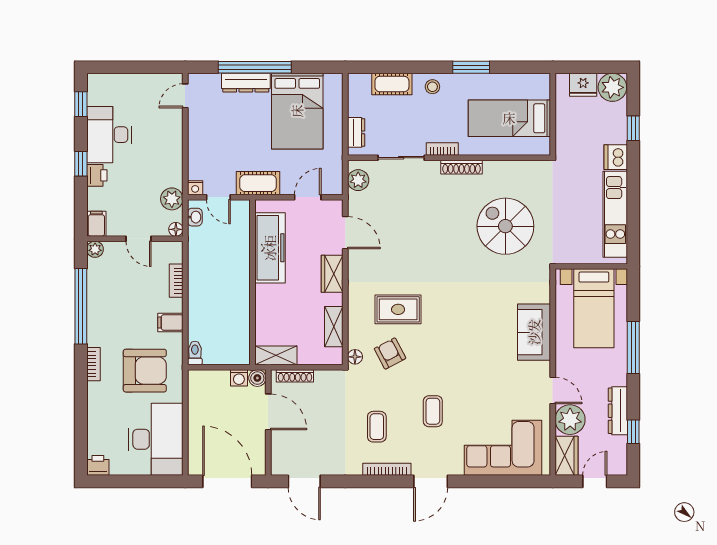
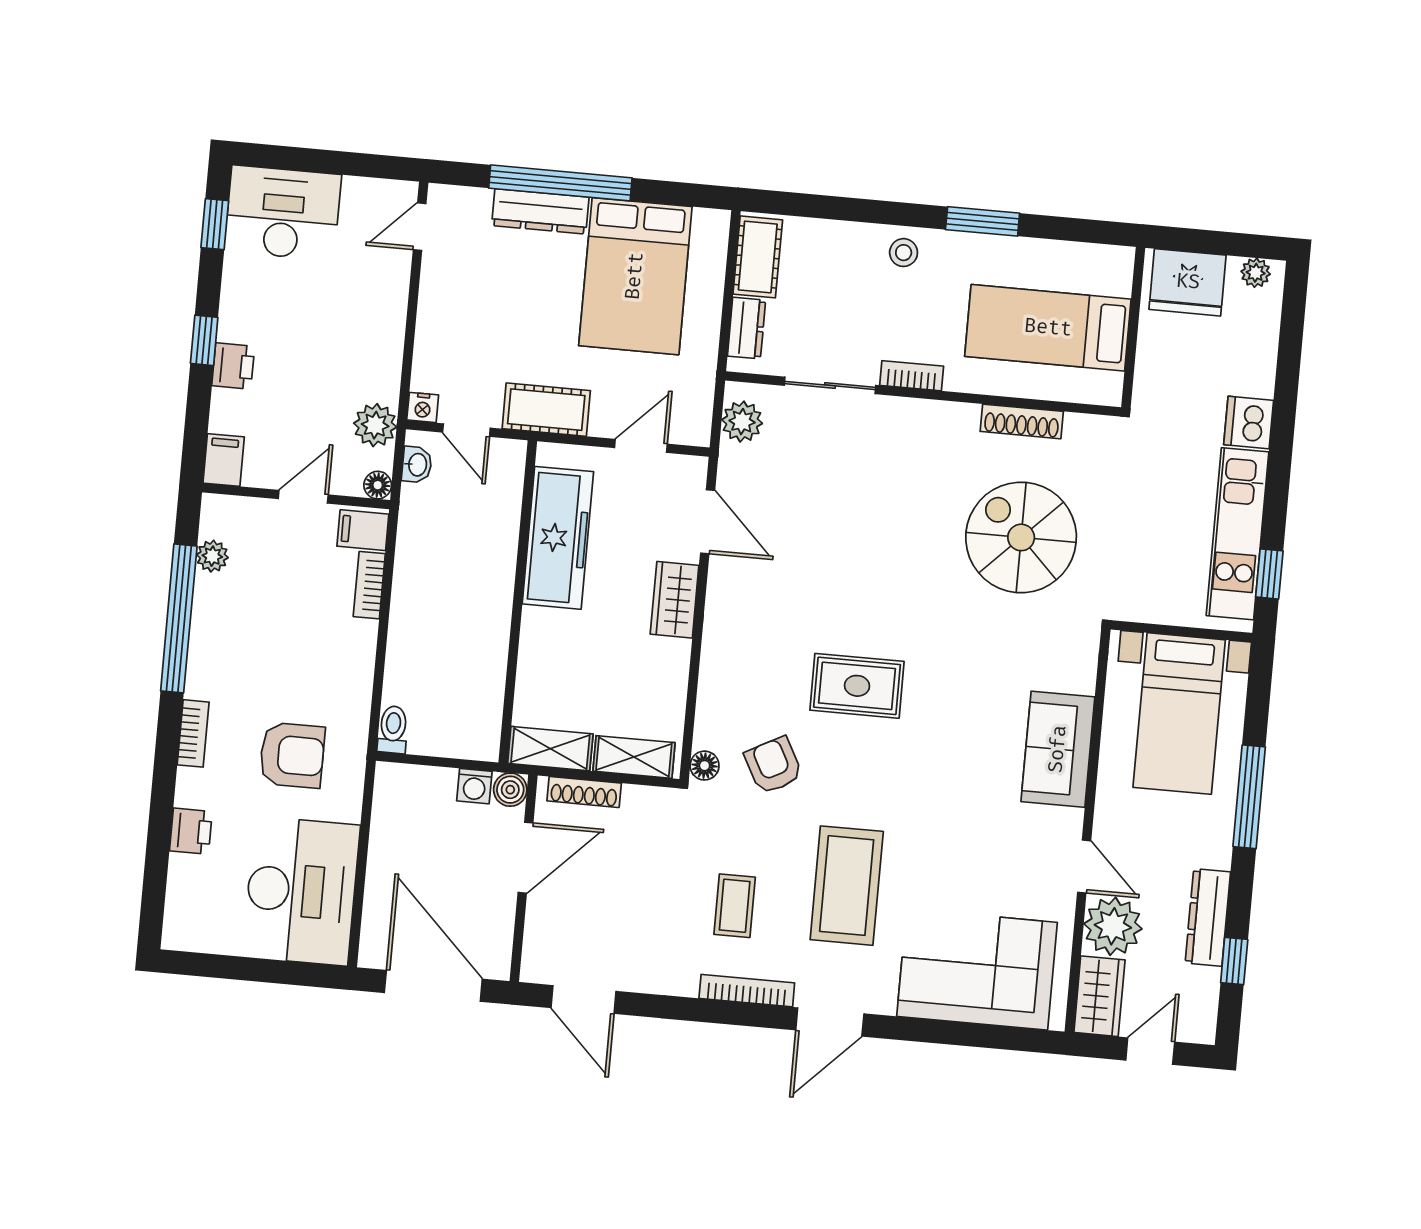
cot: (392, 84) -> (758, 257), moved, turned 90
fridge: (583, 85) -> (1188, 282), width x1.36, depth x1.34
plant: (612, 87) -> (1256, 273), width x0.53, depth x0.53
window: (633, 128) -> (1269, 574), moved
desk: (109, 135) -> (283, 213), moved, turned 90
shoe rack: (462, 167) -> (1022, 421), moved
door: (139, 239) -> (303, 497), swing flipped
plant: (95, 249) -> (212, 556), moved
rug: (398, 309) -> (857, 686), moved
filing cabinet: (170, 322) -> (363, 530), moved
shelving: (334, 327) -> (634, 757), moved, turned 90
armchair: (145, 371) -> (292, 755), width x0.73, depth x0.73
coffee table: (433, 411) -> (847, 886), width x1.86, depth x1.72
door: (268, 412) -> (525, 858), hinge flipped
printer: (98, 465) -> (191, 831), moved, turned 90

